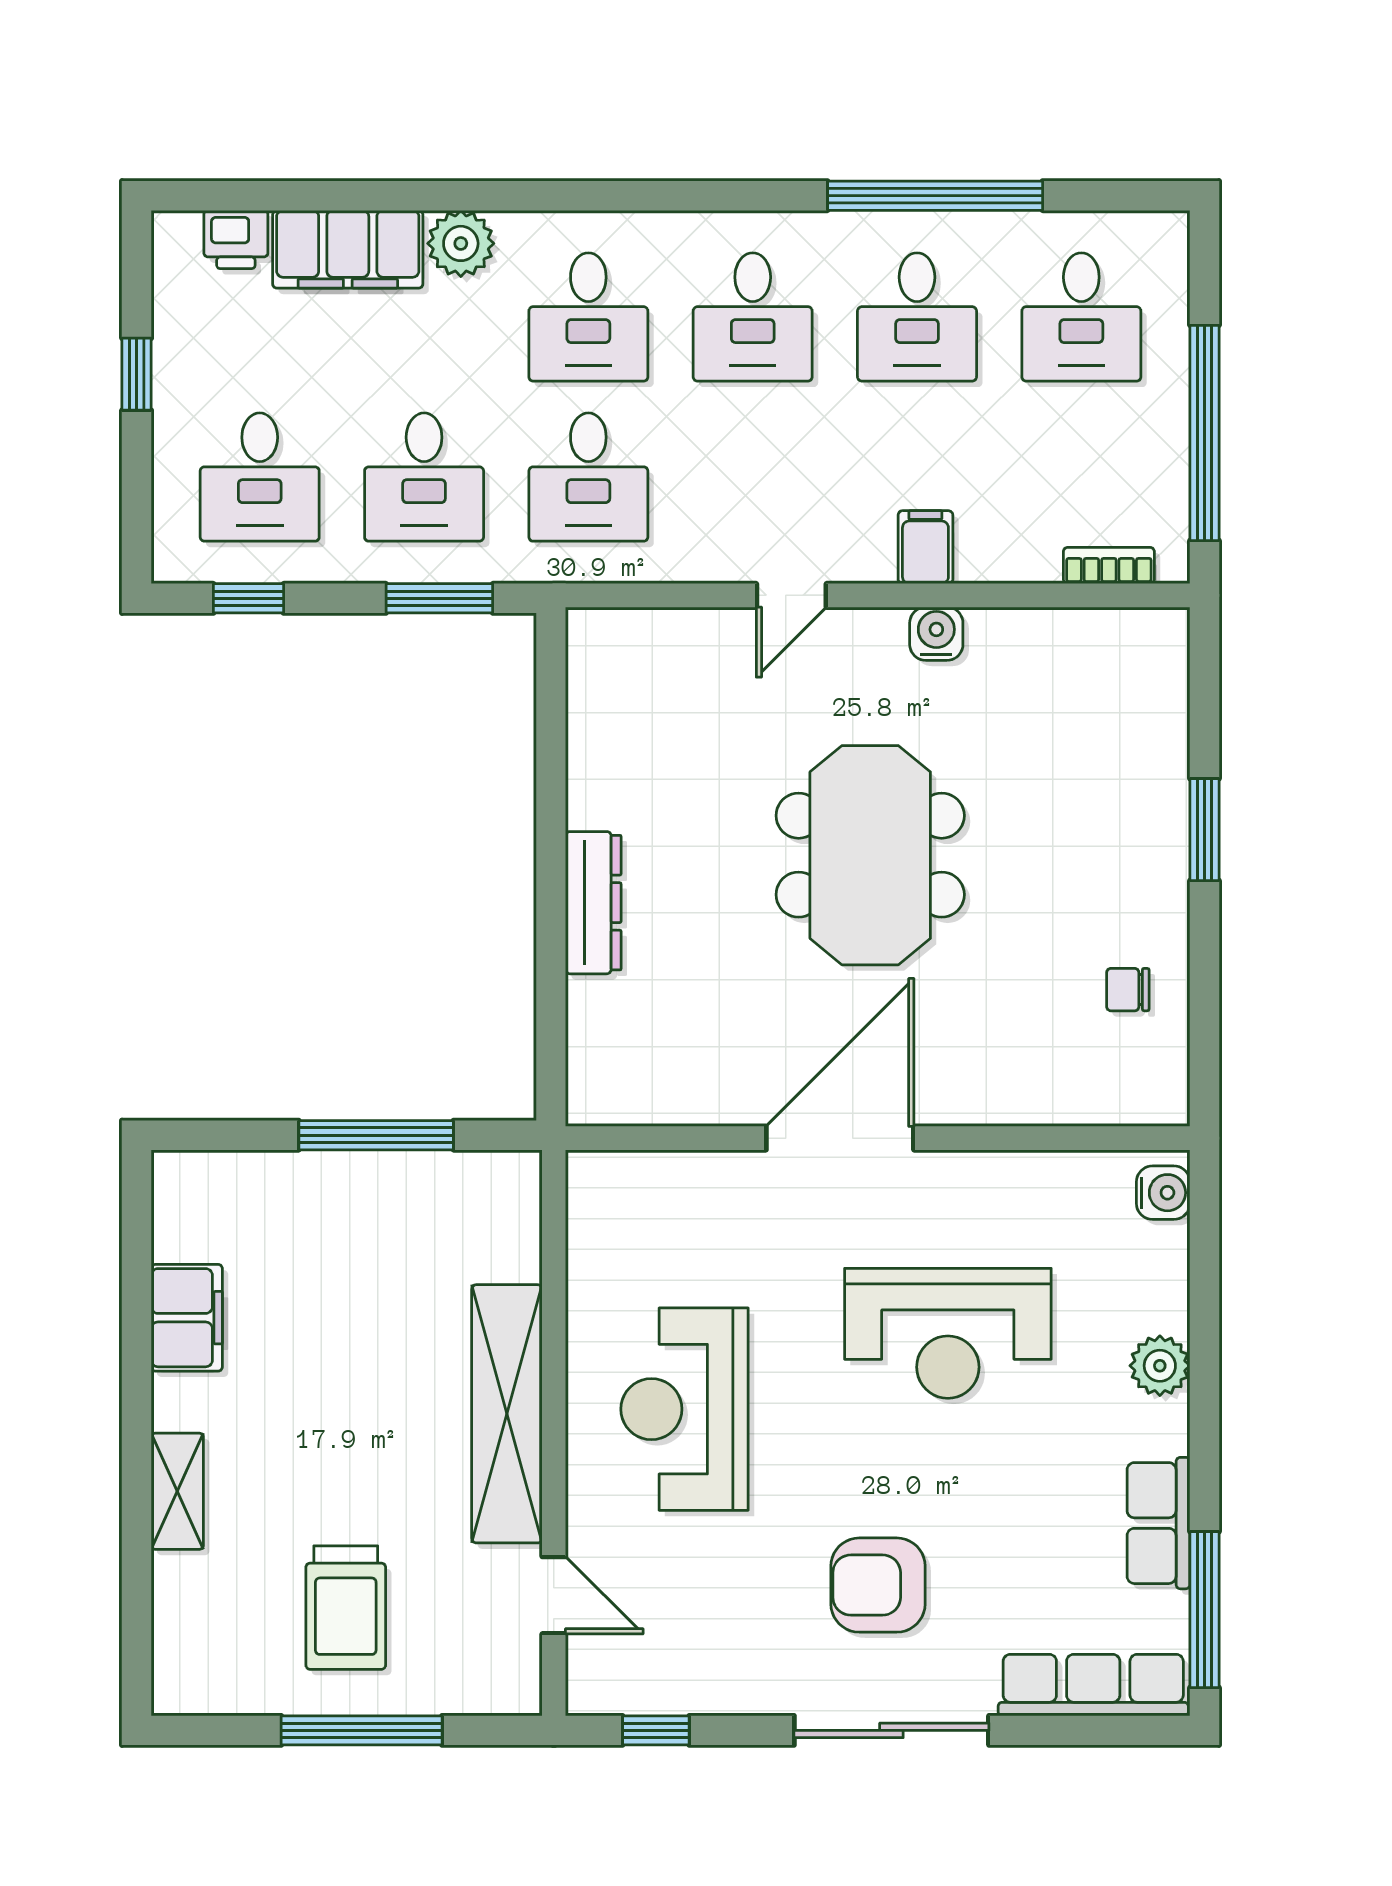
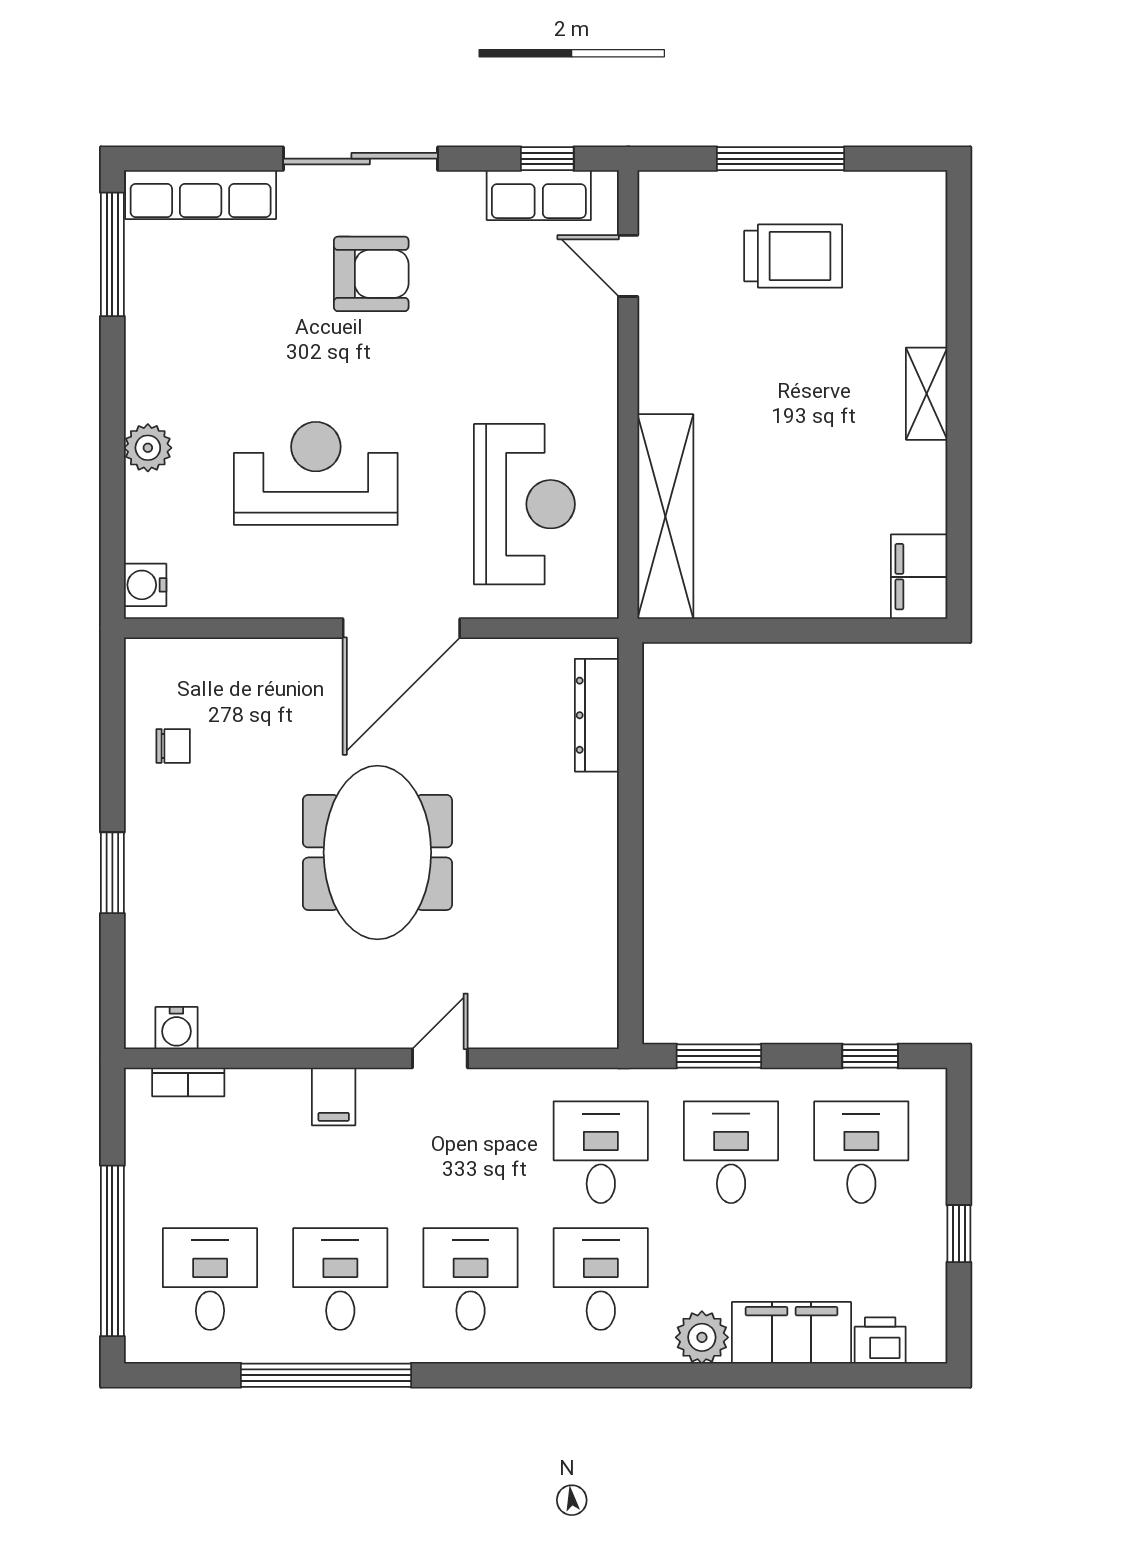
window: (1204, 433) -> (112, 1251), moved
water cooler: (936, 634) -> (176, 1028), moved
dresser: (593, 903) -> (597, 715), moved
window: (376, 1135) -> (769, 630), removed
filing cabinet: (187, 1318) -> (919, 577), moved
reception desk: (685, 1409) -> (524, 504), moved
shelving: (507, 1414) -> (665, 517), moved
shelving: (177, 1491) -> (927, 394), moved
row of seats: (1158, 1523) -> (539, 195), moved, turned 90
trolley: (346, 1608) -> (793, 256), turned 90

